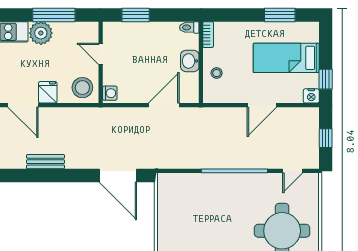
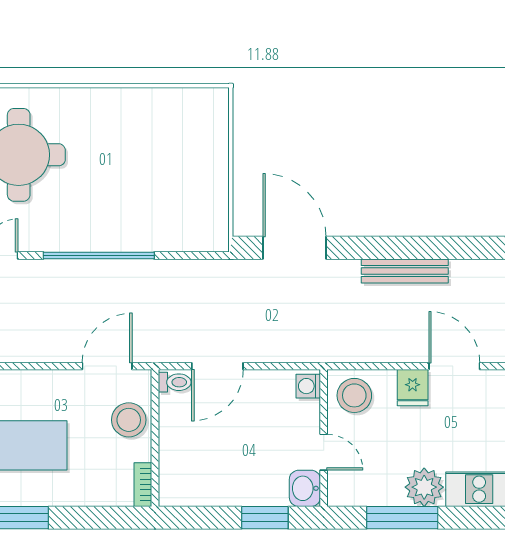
toilet: (189, 27) -> (175, 382), moved
washbasin: (190, 61) -> (305, 488), moved, turned 180
stool: (217, 73) -> (129, 420), width x1.89, depth x1.89
door: (262, 105) -> (107, 366), moved
bench: (46, 162) -> (405, 271), width x1.36

